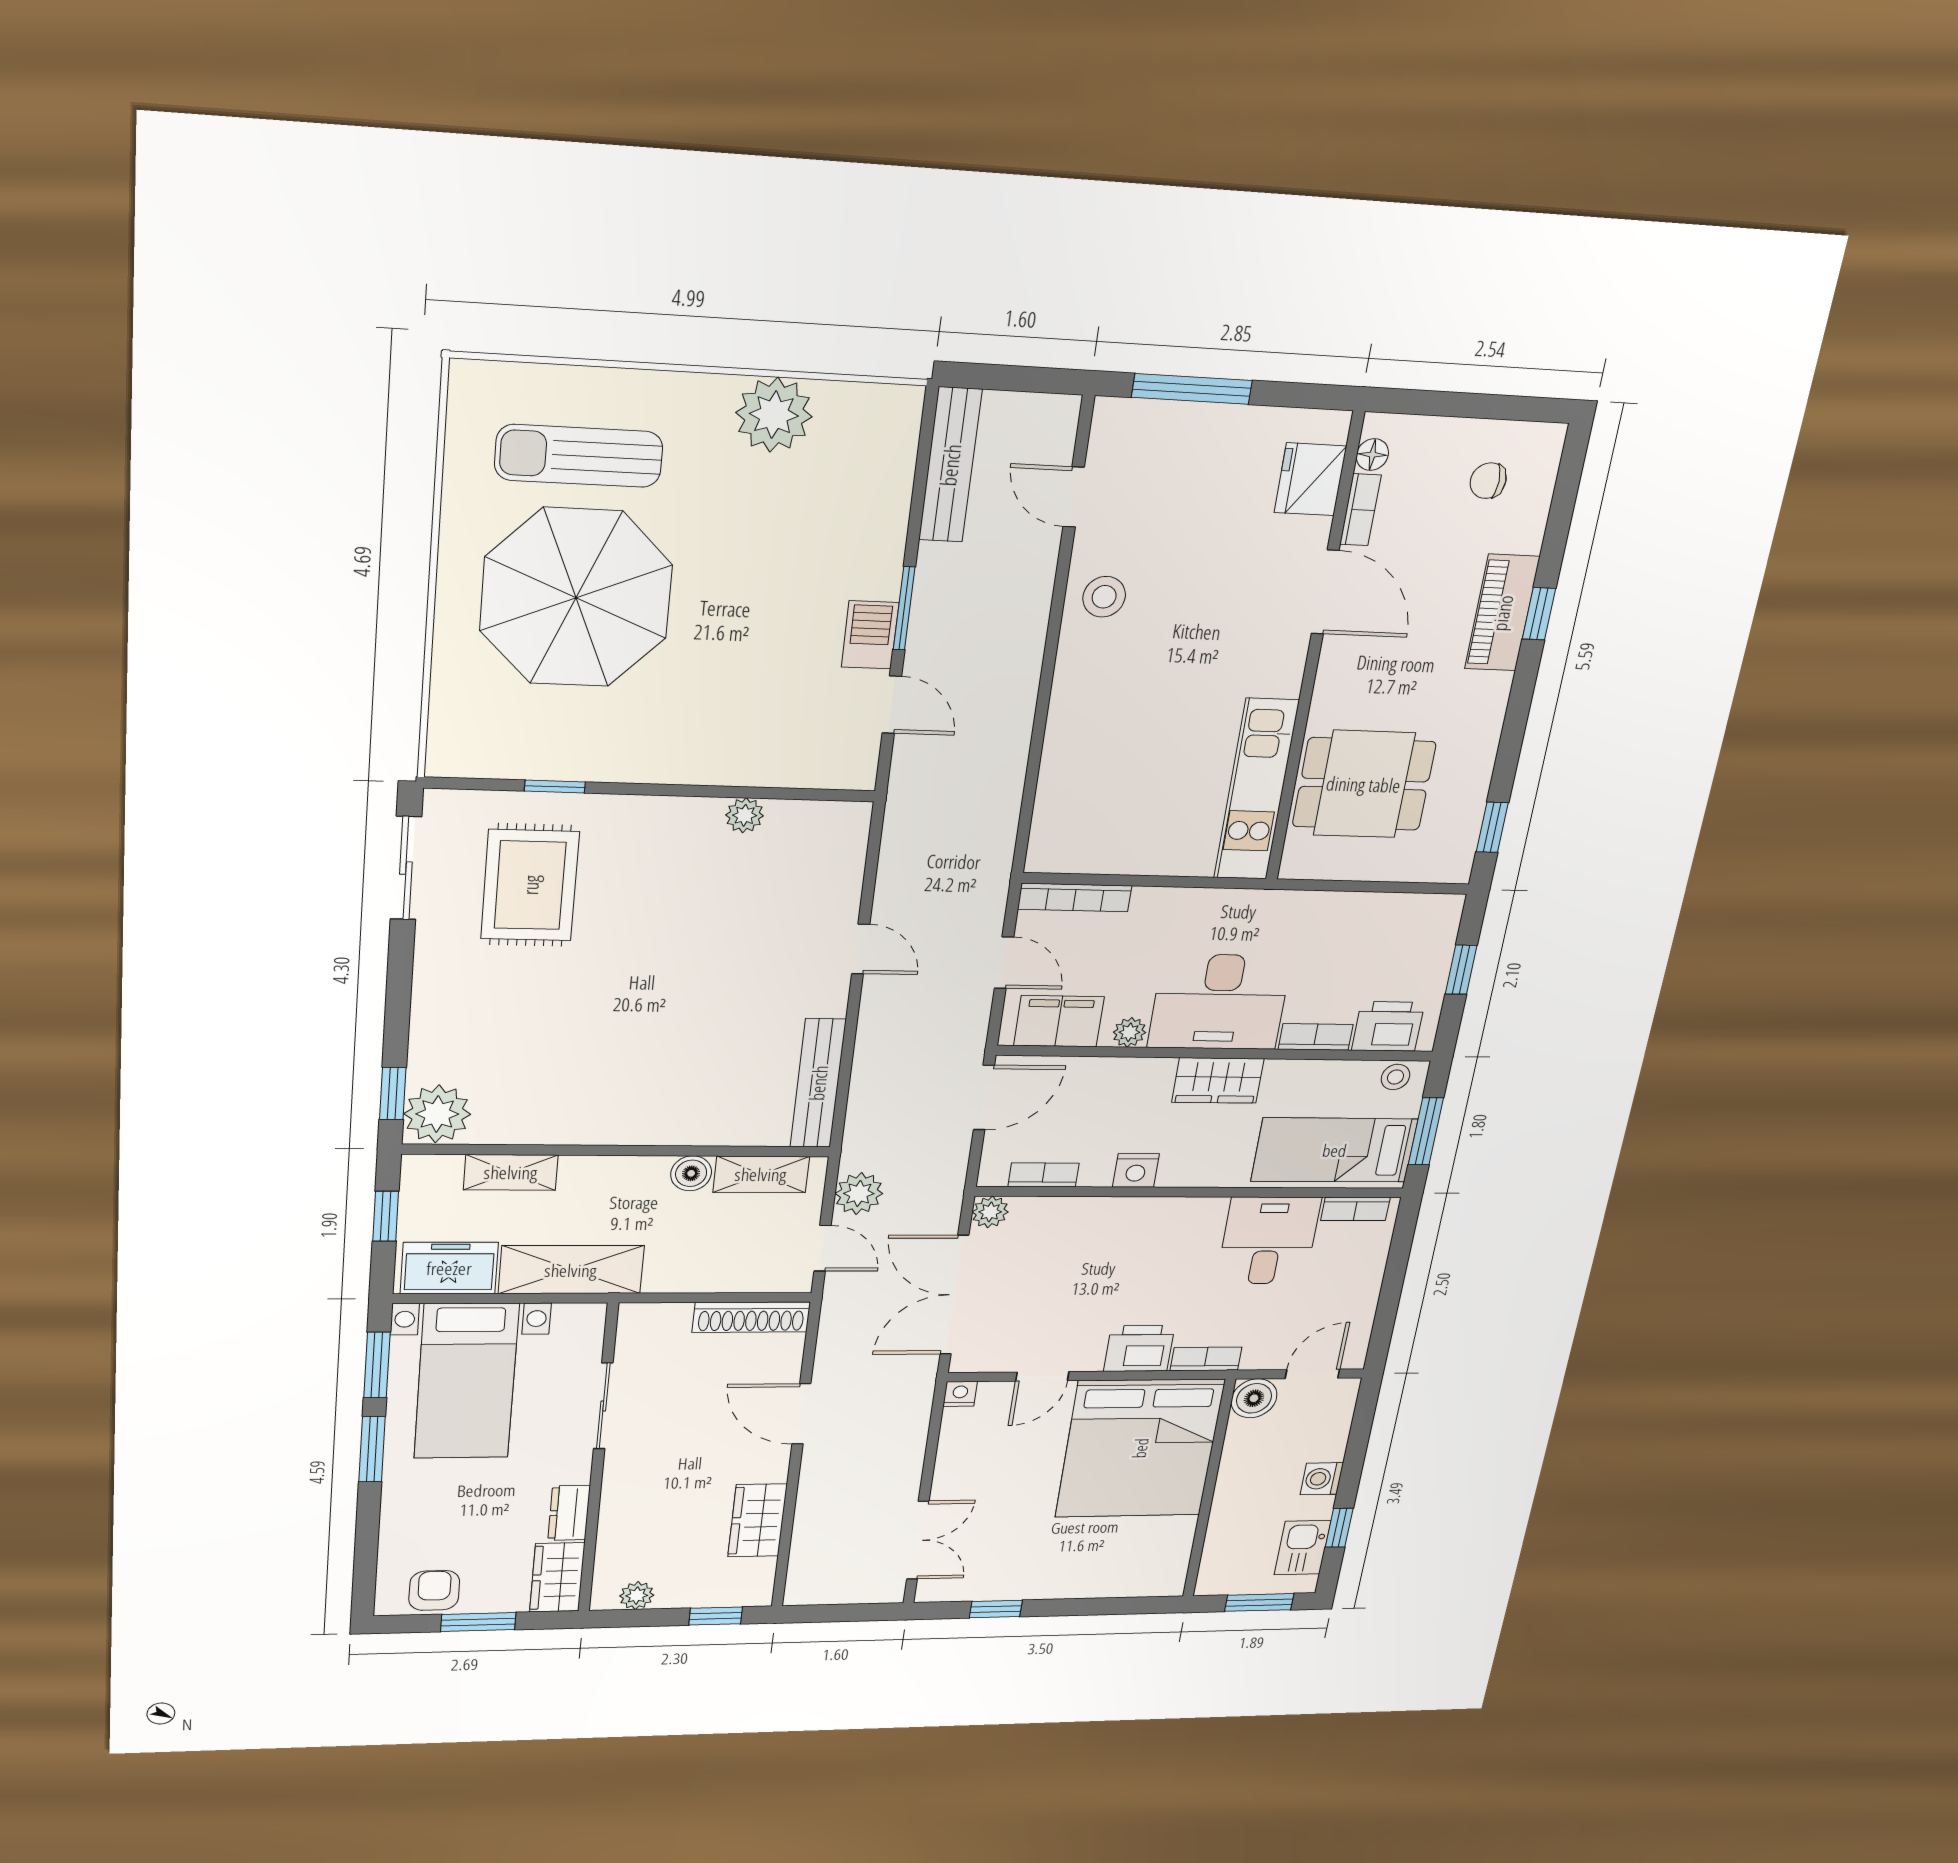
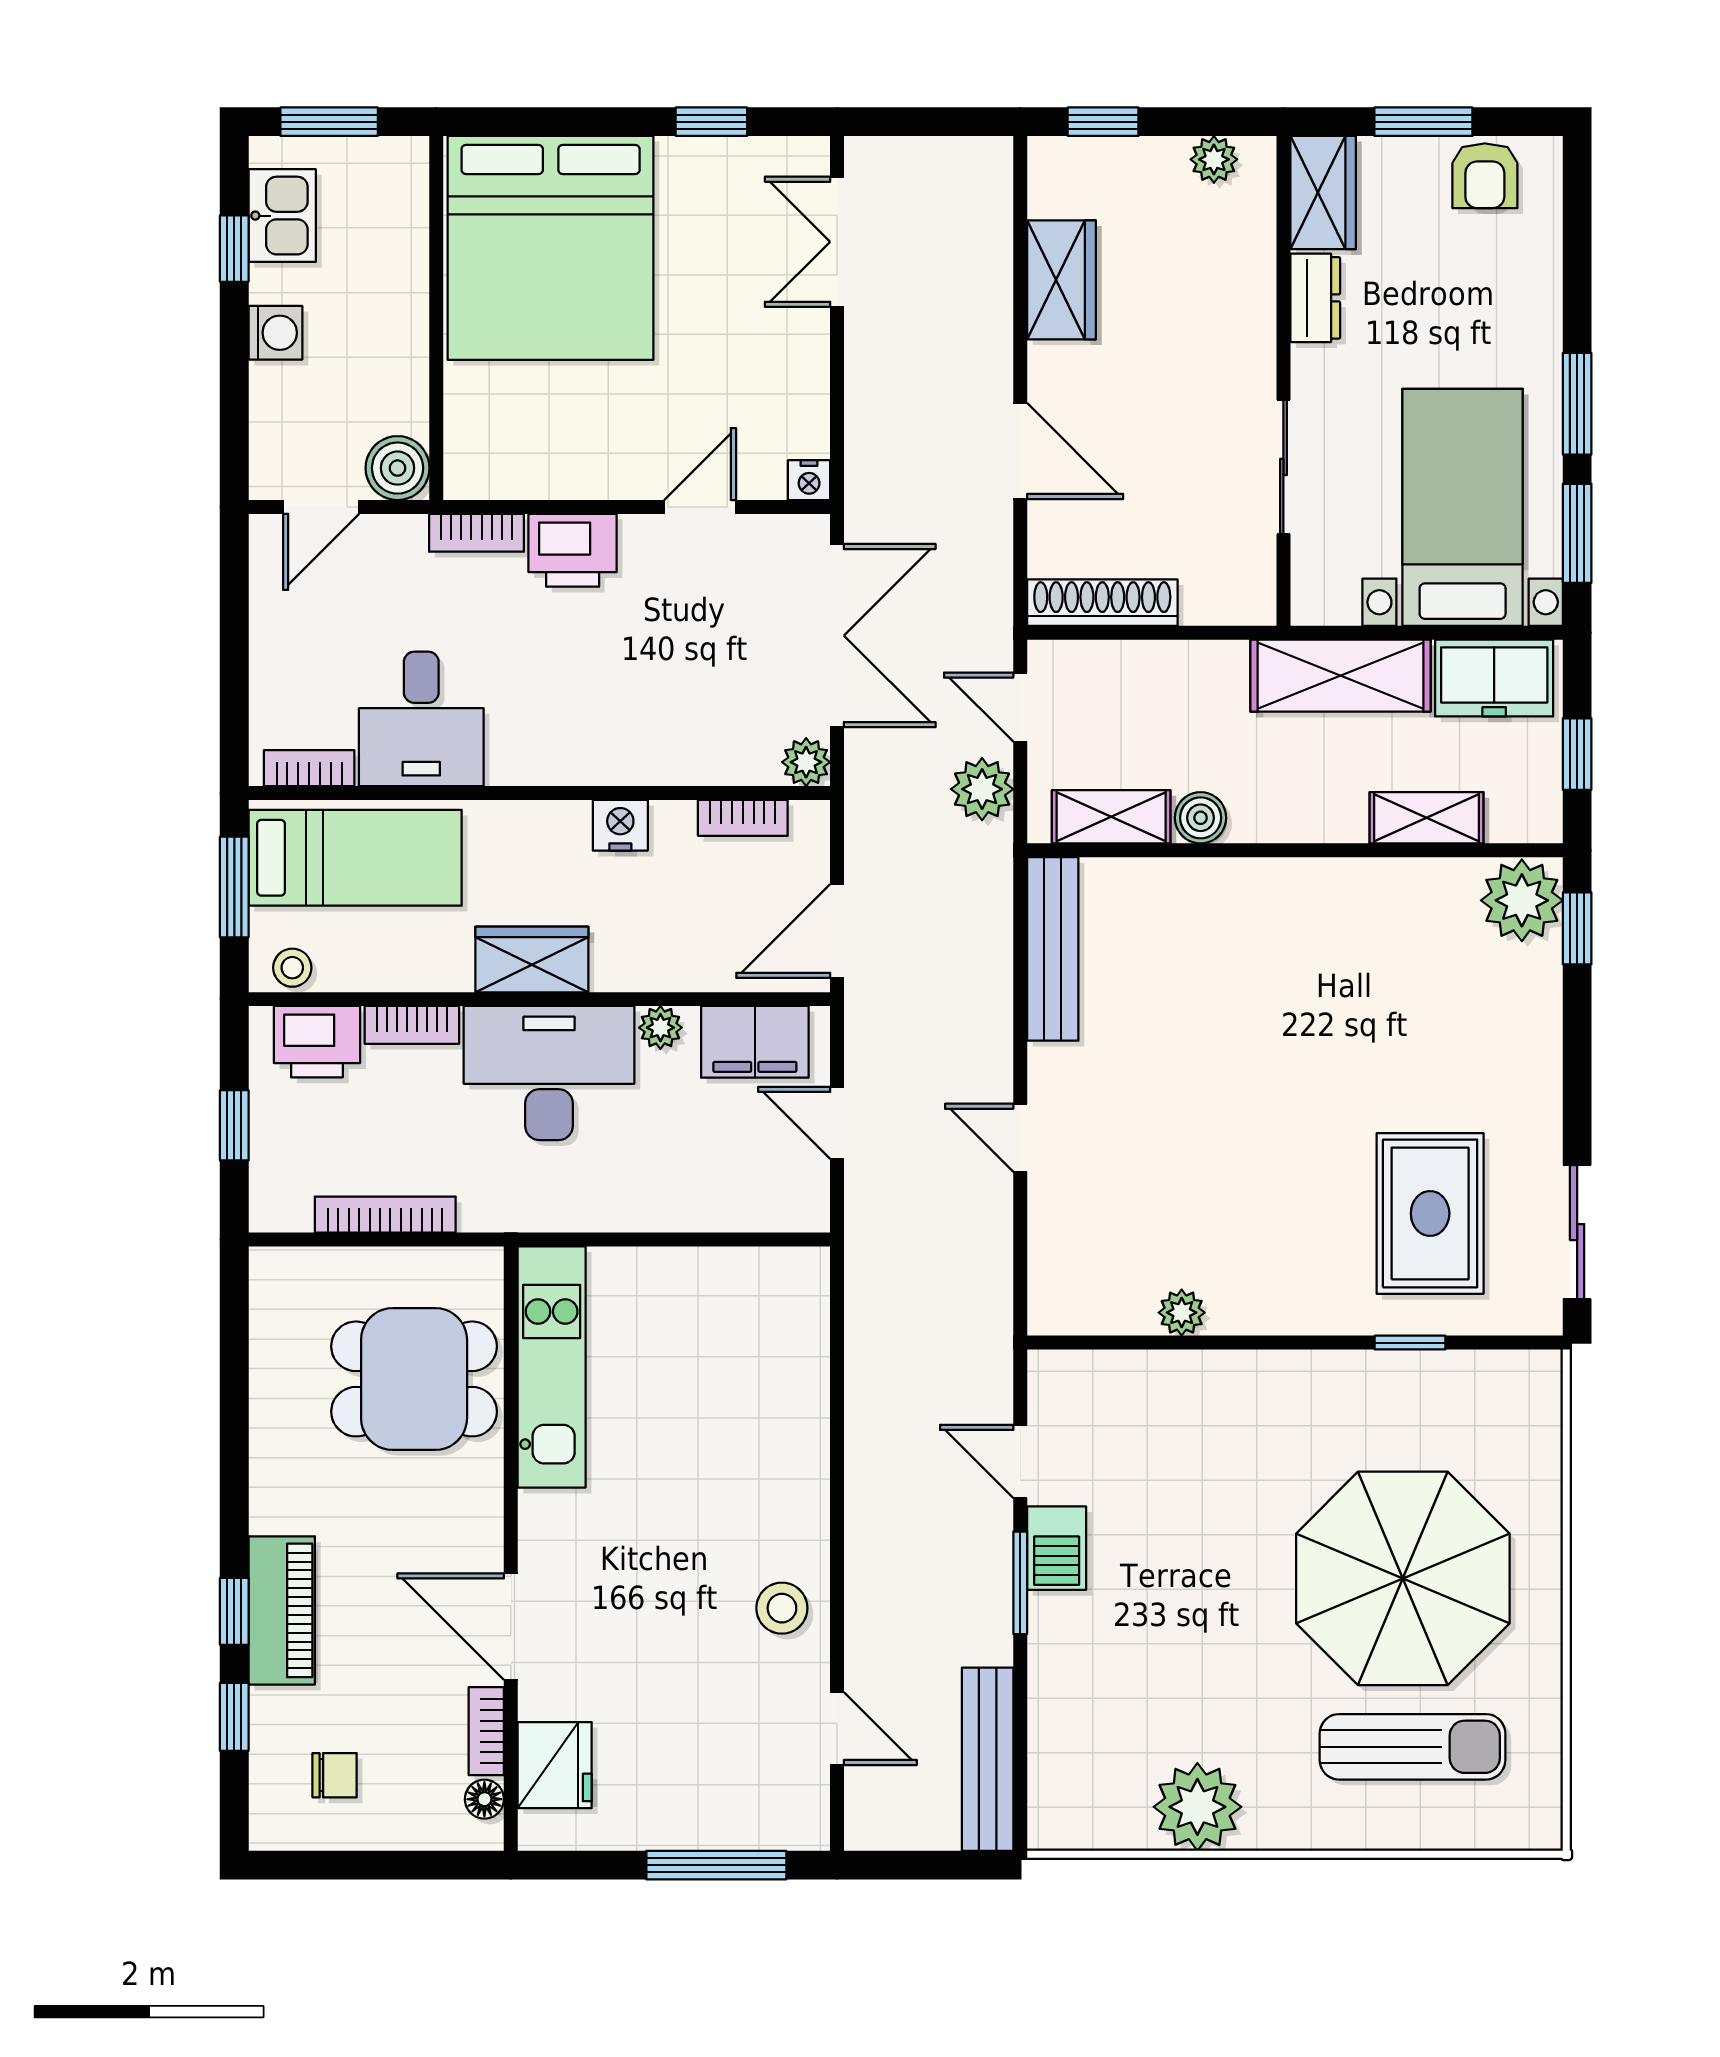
window: (1492, 827) -> (234, 1717), moved
bookcase: (1075, 897) -> (385, 1215), moved
bed: (1140, 1448) -> (551, 248), moved, turned 180

